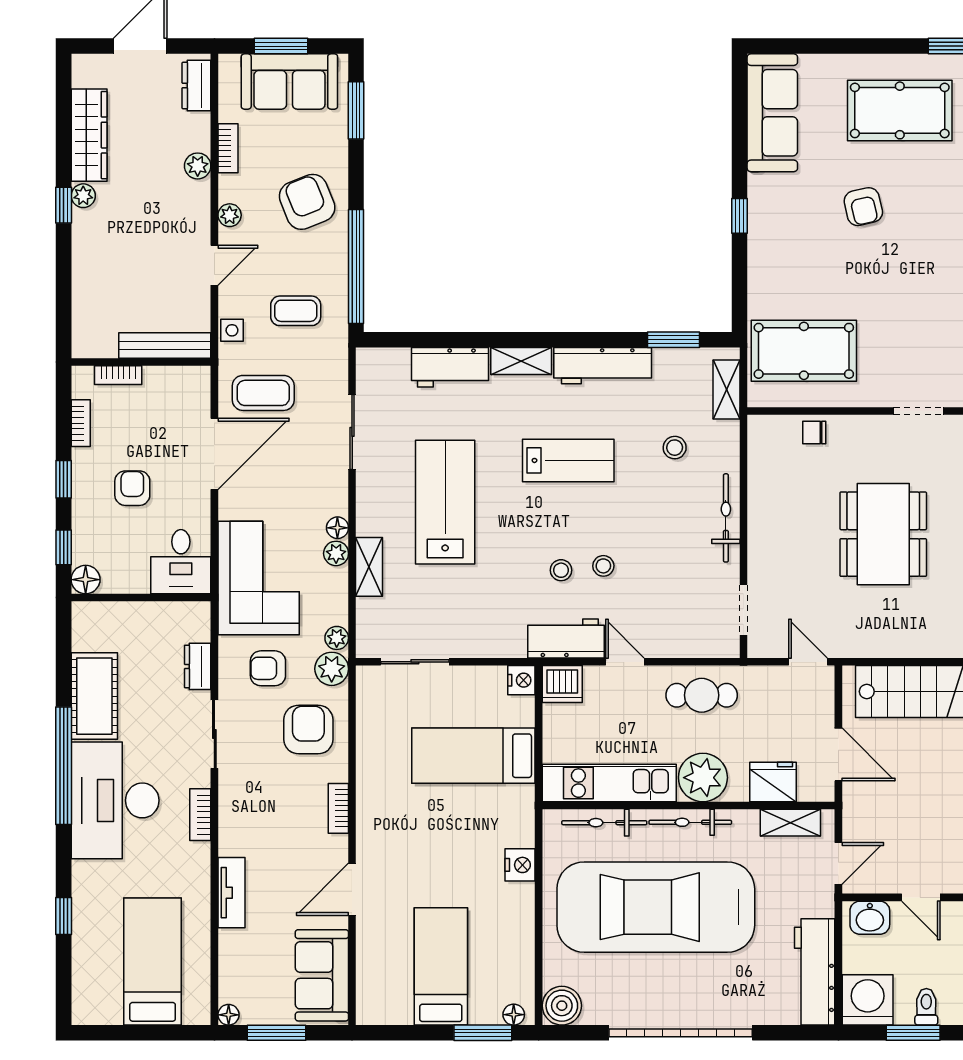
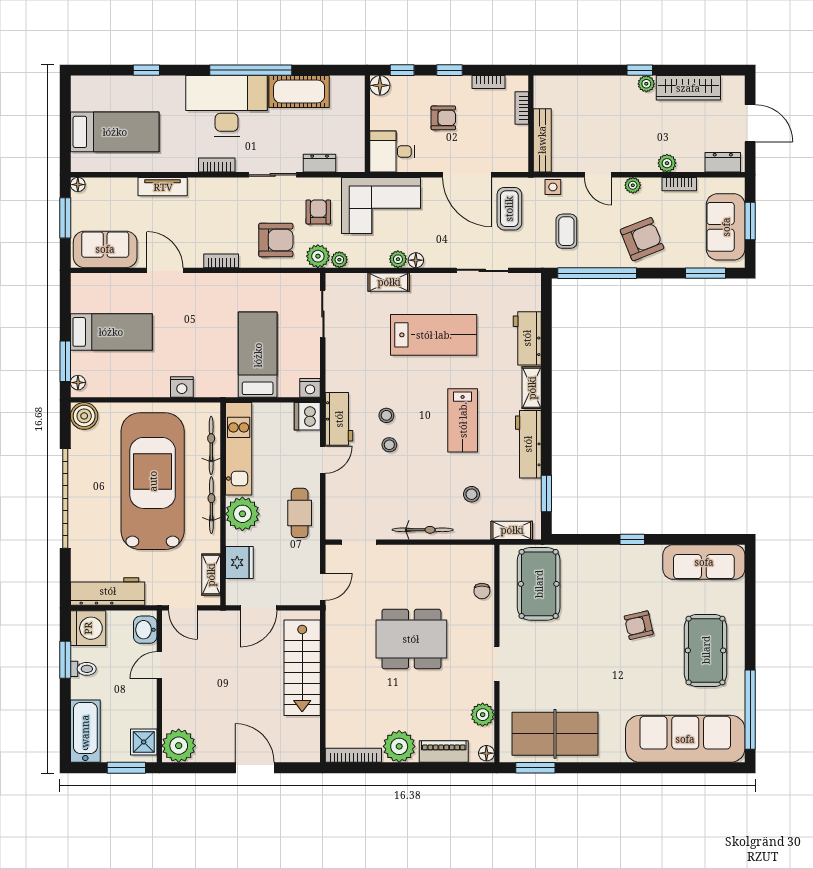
chair: (814, 433) -> (482, 591), turned 180

